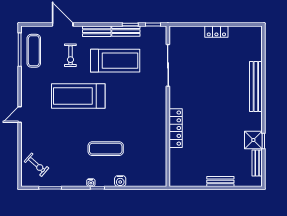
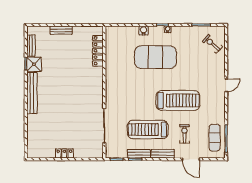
bench: (256, 87) -> (32, 93), moved
locker: (176, 128) -> (98, 51), moved
exercise mat: (106, 149) -> (155, 57), width x2.00, depth x1.45

